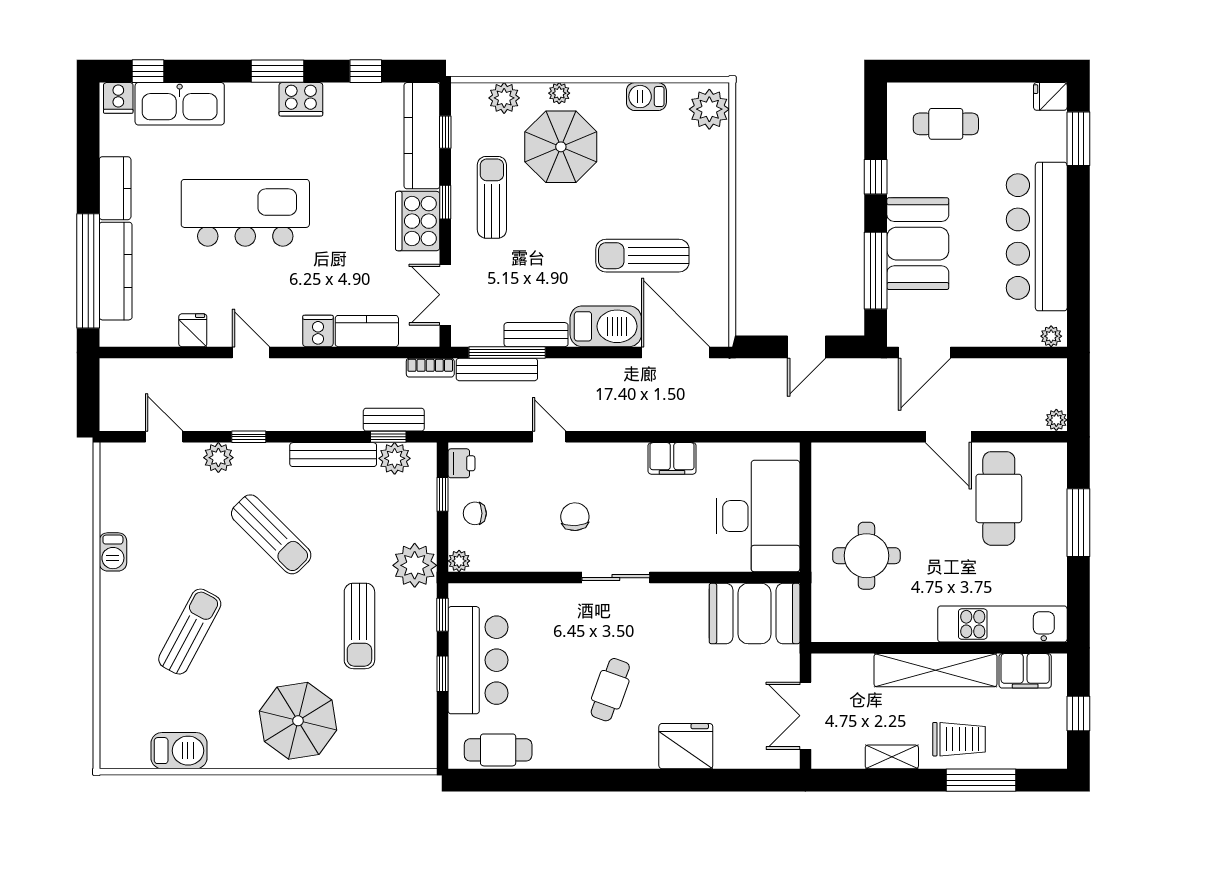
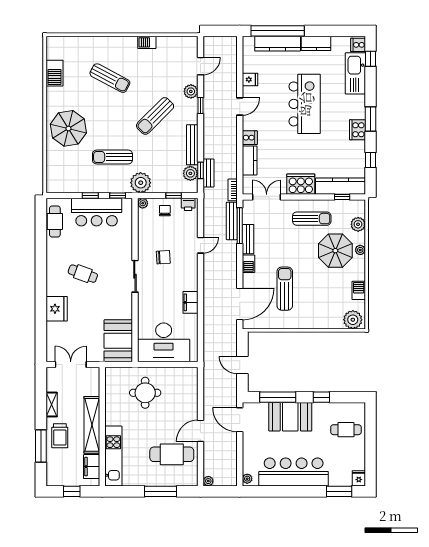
cafe table: (946, 124) -> (346, 430), turned 90
window: (445, 202) -> (310, 197), removed
barbecue: (606, 326) -> (249, 264), width x0.53, depth x0.65

